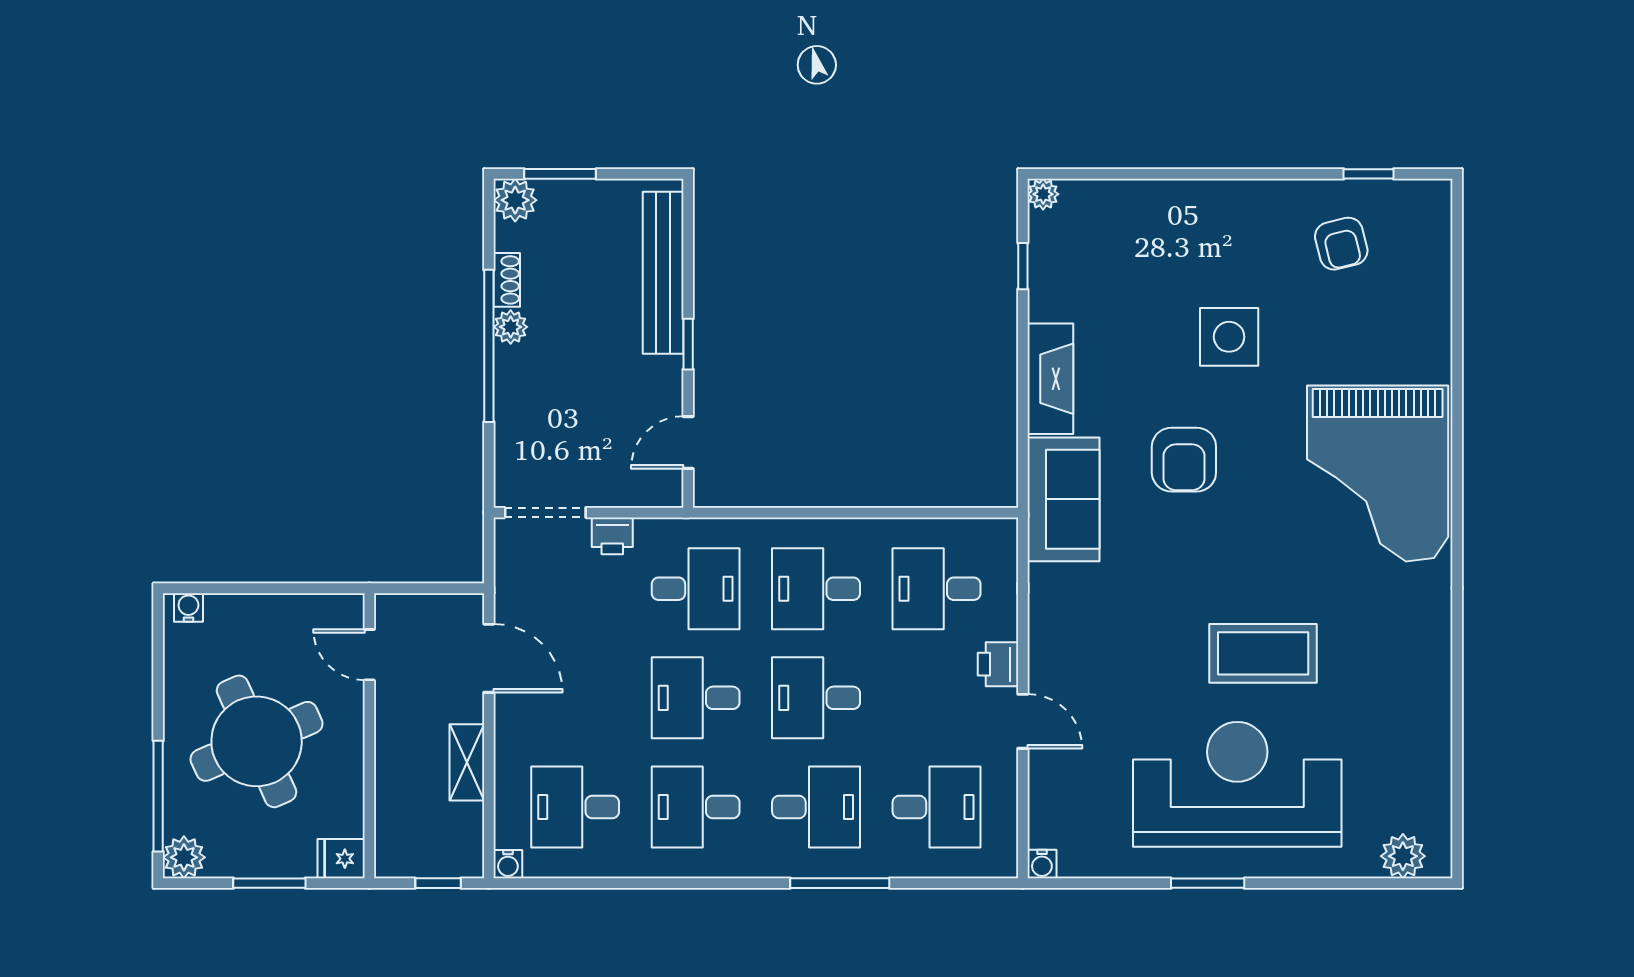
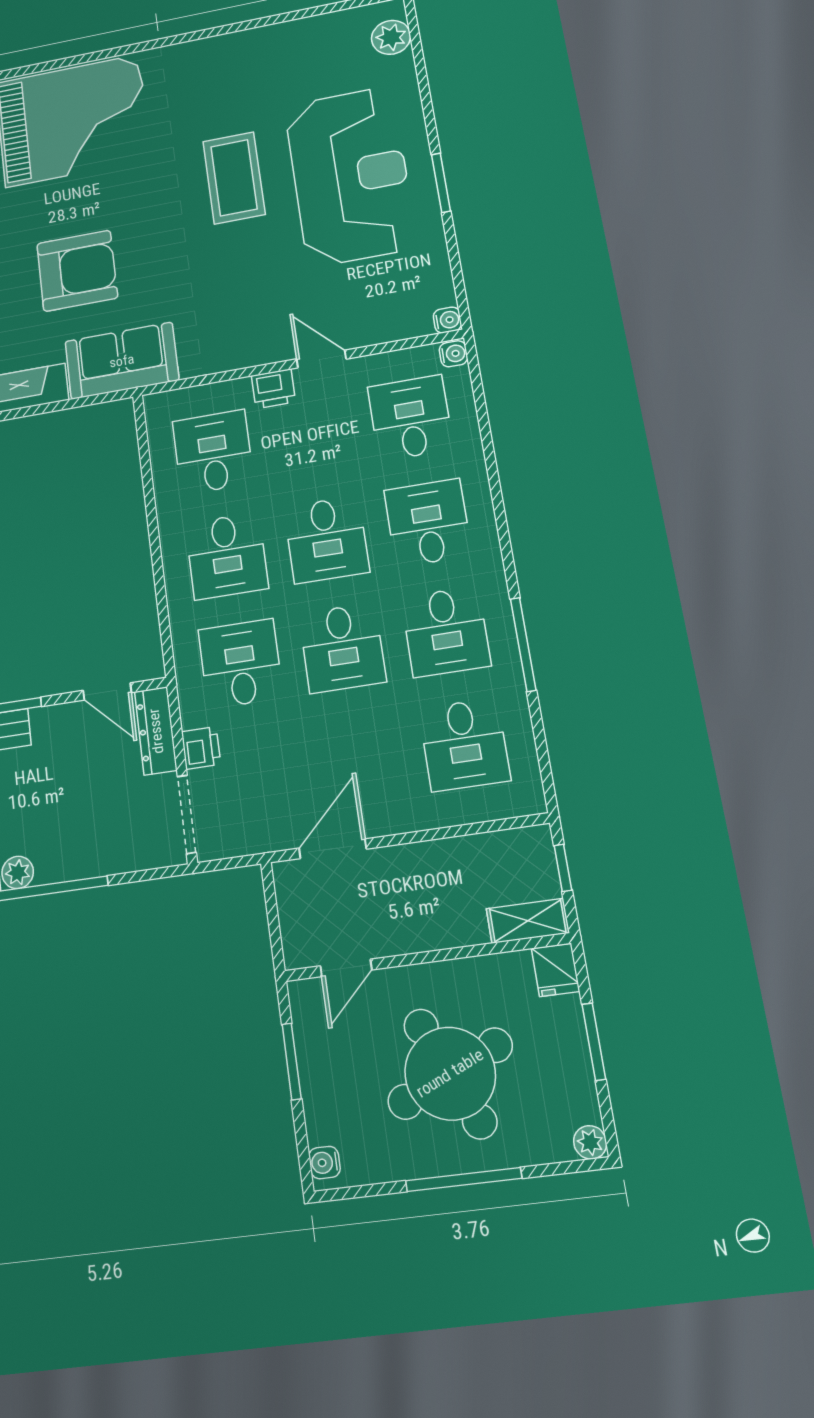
armchair: (1184, 460) -> (77, 271), width x1.36, depth x1.36
dresser: (638, 490) -> (156, 731), added
window: (287, 588) -> (292, 1061), added
desk: (937, 589) -> (213, 452), turned 180
door: (1023, 721) -> (321, 359), hinge flipped
shelving: (467, 762) -> (528, 921), moved
reception desk: (1237, 784) -> (350, 176), turned 180
window: (158, 796) -> (464, 1180), moved
plant: (184, 857) -> (590, 1142), width x0.73, depth x0.73
water cooler: (508, 864) -> (453, 354), moved
window: (840, 883) -> (523, 644), moved

